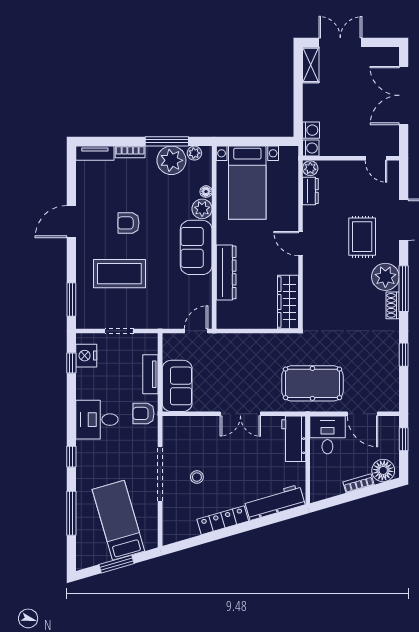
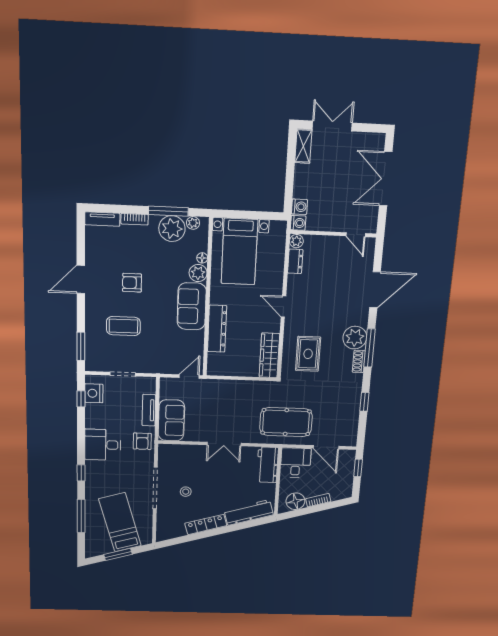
rug: (362, 237) -> (308, 354), moved
coffee table: (119, 274) -> (123, 326), width x0.73, depth x0.76
armchair: (143, 413) -> (142, 441), turned -90
floor lamp: (383, 470) -> (295, 501), moved

